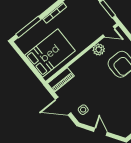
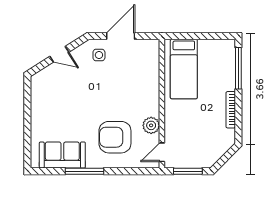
bed: (50, 53) -> (184, 69), width x0.67
piano: (61, 80) -> (152, 57), removed

